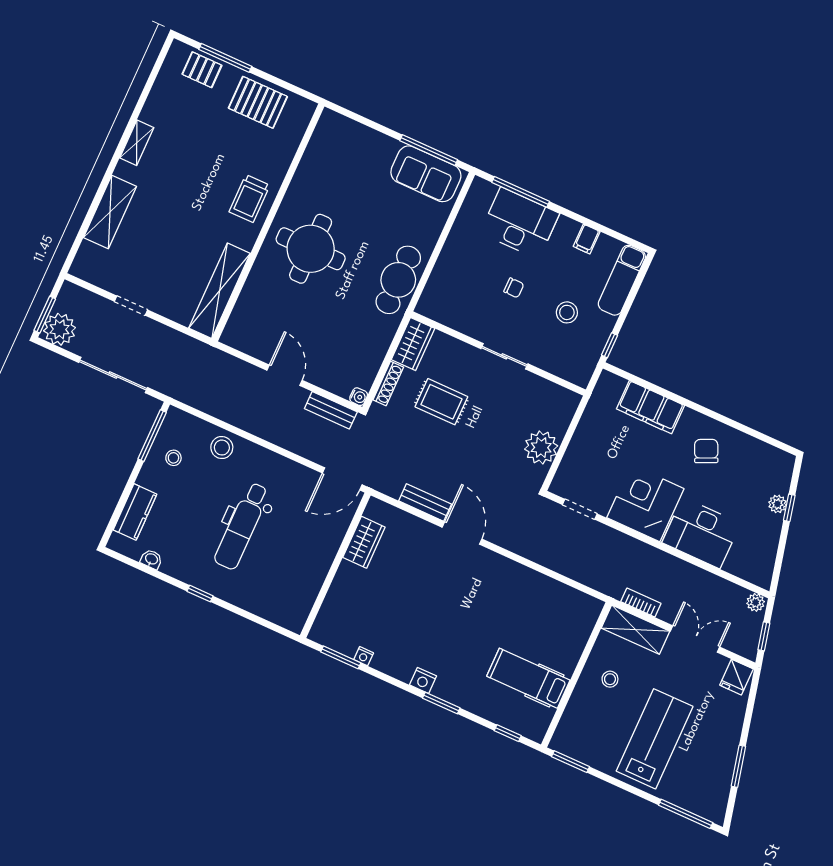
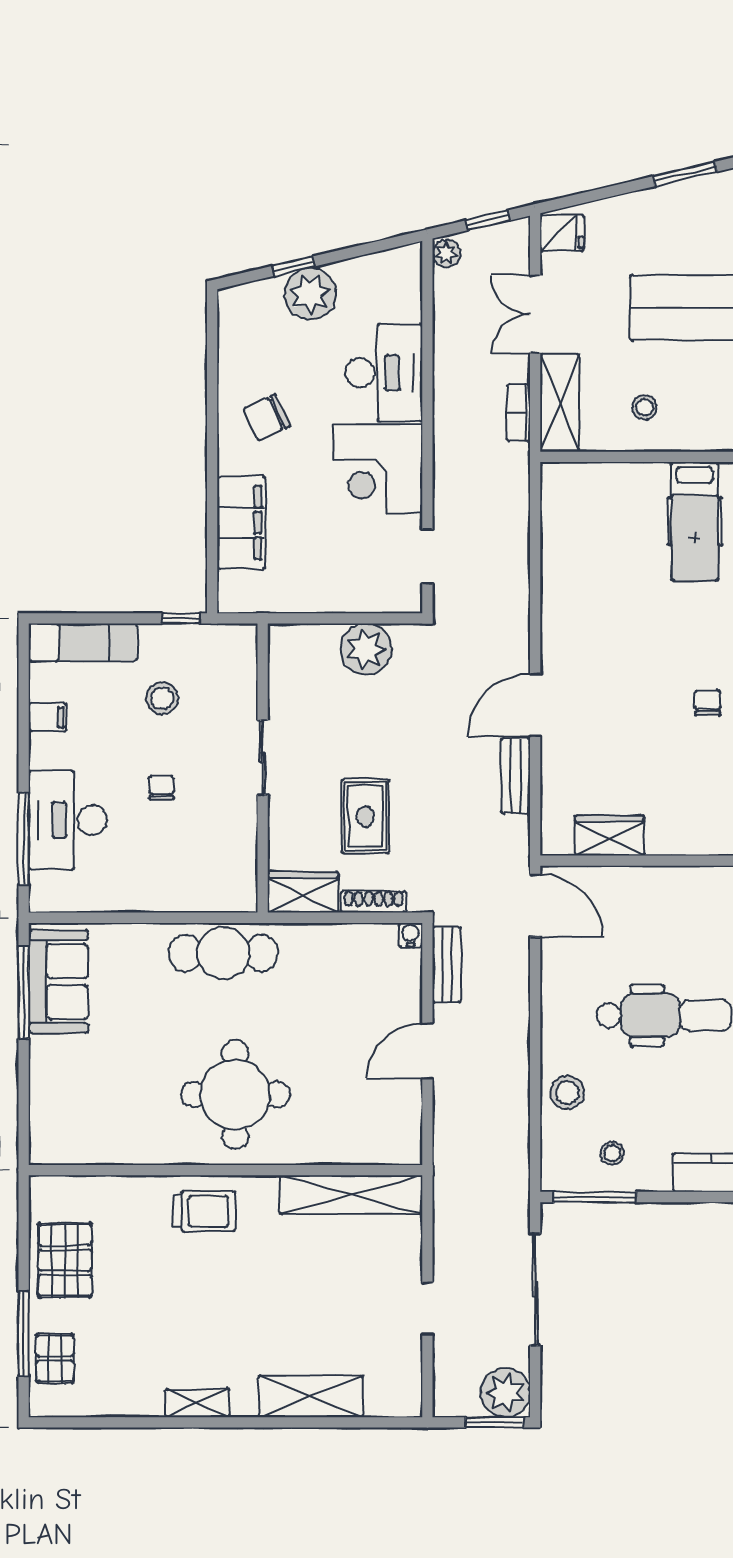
plant: (777, 504) -> (310, 294), width x1.88, depth x1.88
chair: (416, 637) -> (708, 703), added

